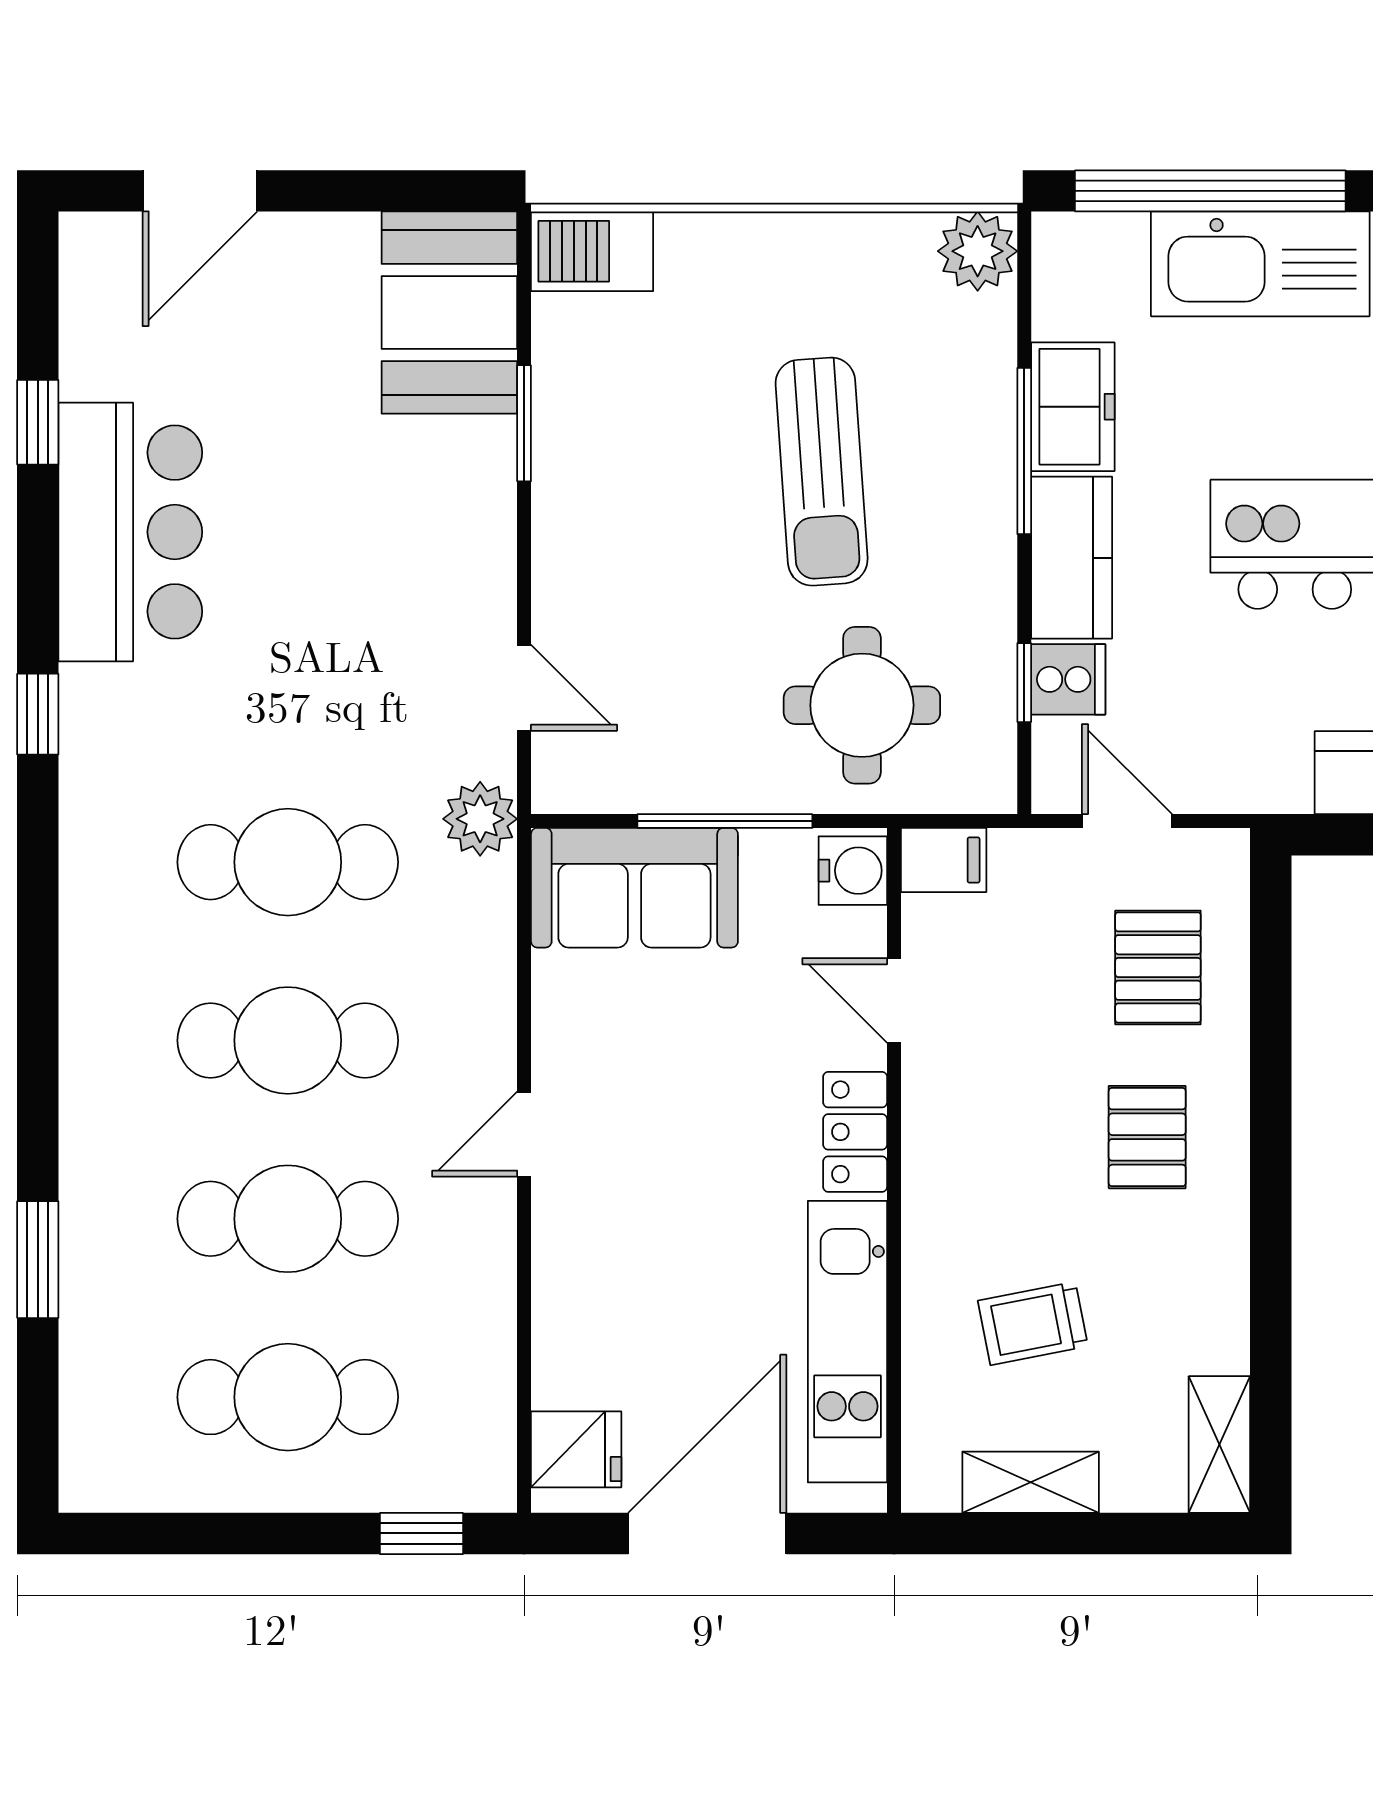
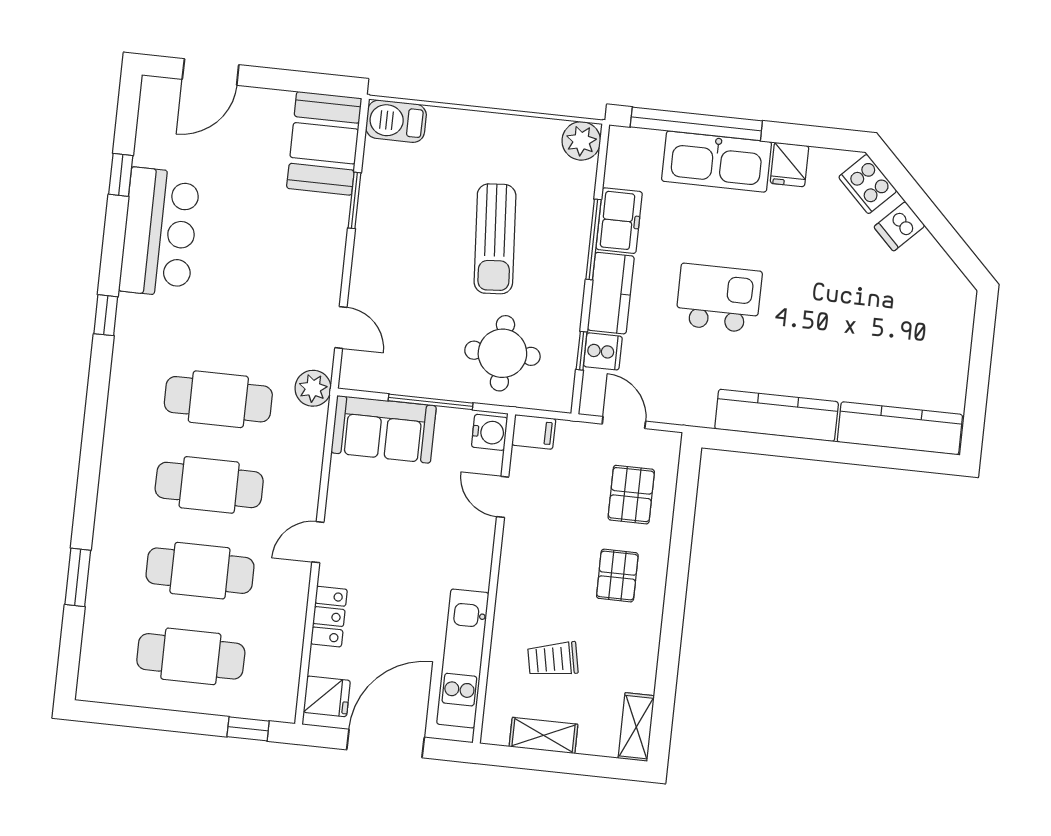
locker: (855, 1132) -> (329, 617), moved, turned 180

